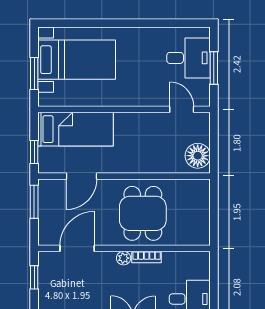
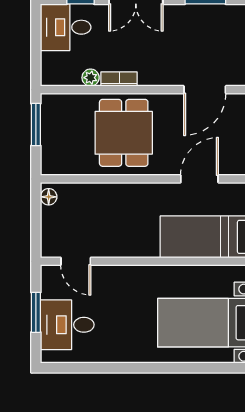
floor lamp: (198, 156) -> (49, 197), width x0.53, depth x0.53
window: (214, 220) -> (36, 125), added
plant: (124, 258) -> (91, 78), moved

